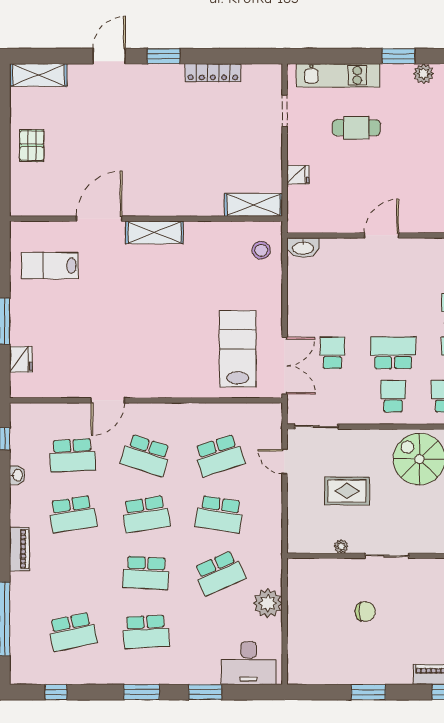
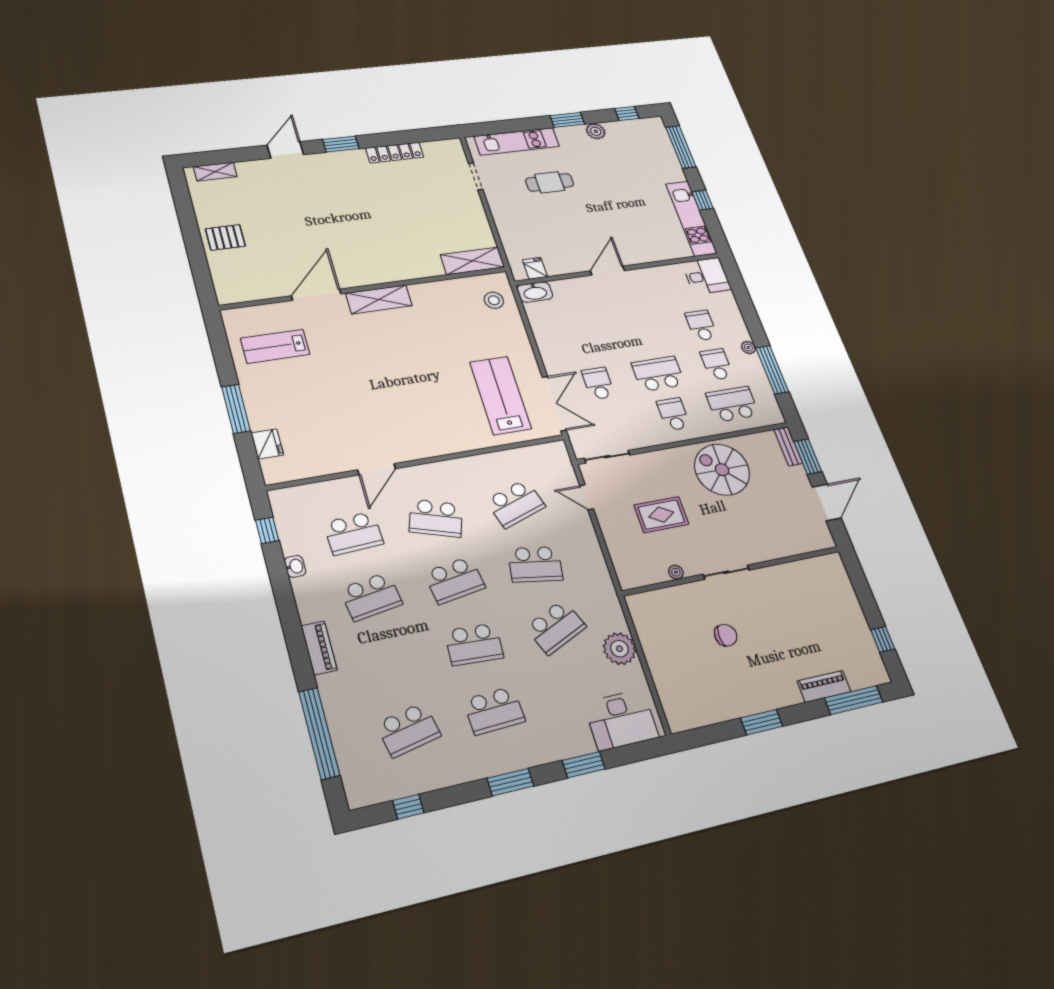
shelving: (39, 75) -> (215, 172), width x0.67, depth x0.75
pallet: (32, 146) -> (225, 237), turned 90
fridge: (298, 175) -> (535, 268), moved, turned -90

